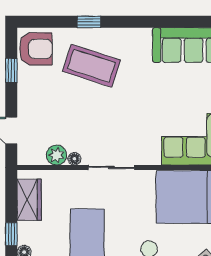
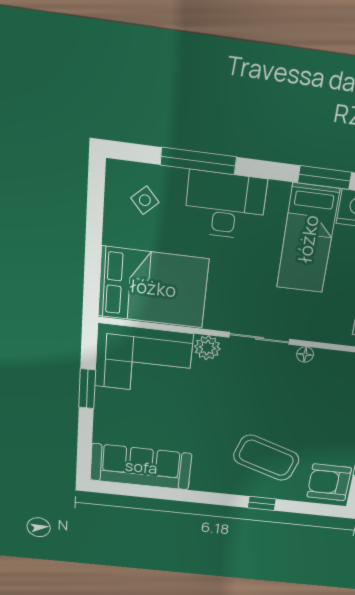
plant: (57, 155) -> (207, 348), moved

